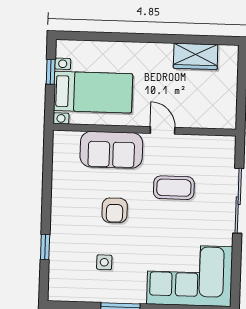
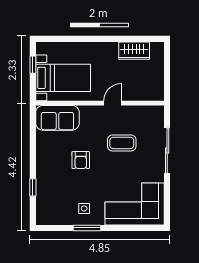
door: (163, 130) -> (113, 103), hinge flipped
sofa: (111, 150) -> (57, 118), moved
side table: (104, 262) -> (84, 208), moved

